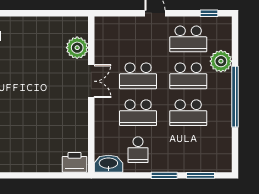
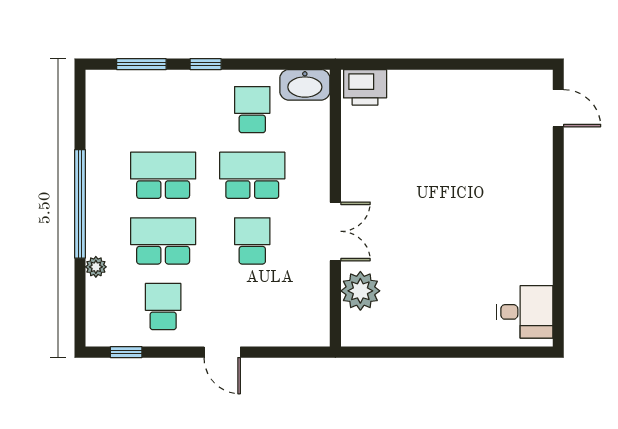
school desk: (188, 39) -> (163, 307), width x0.54
plant: (221, 61) -> (96, 267), width x0.53, depth x0.53
school desk: (138, 76) -> (252, 241), width x0.54
double door: (91, 81) -> (335, 231), swing flipped
window: (164, 175) -> (206, 64), width x0.67

